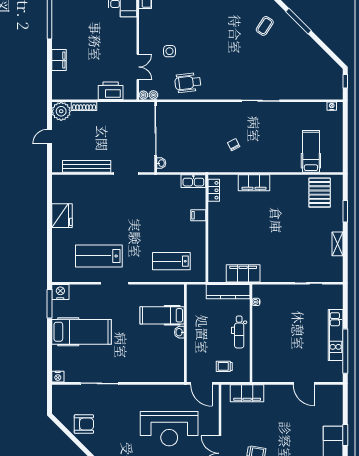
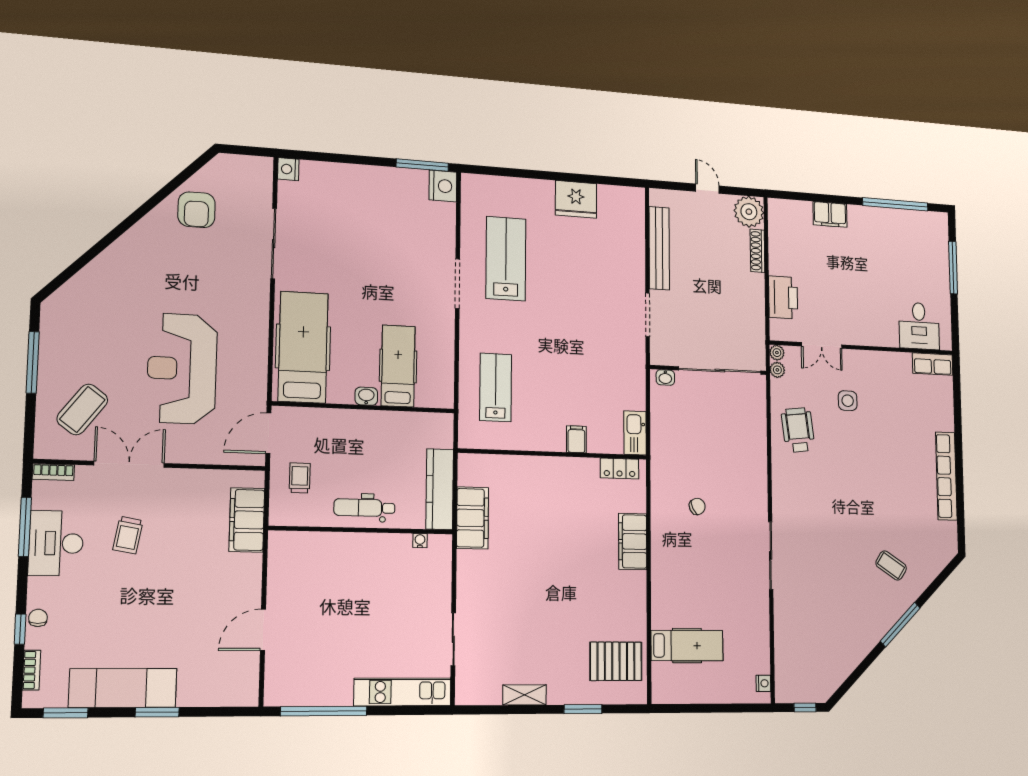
hospital bed: (81, 332) -> (303, 347), moved, turned 180
kitchen unit: (336, 335) -> (403, 692), moved

